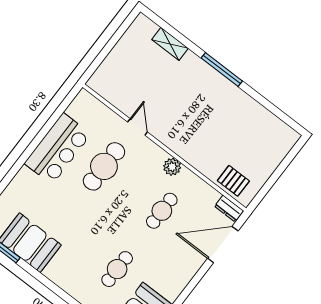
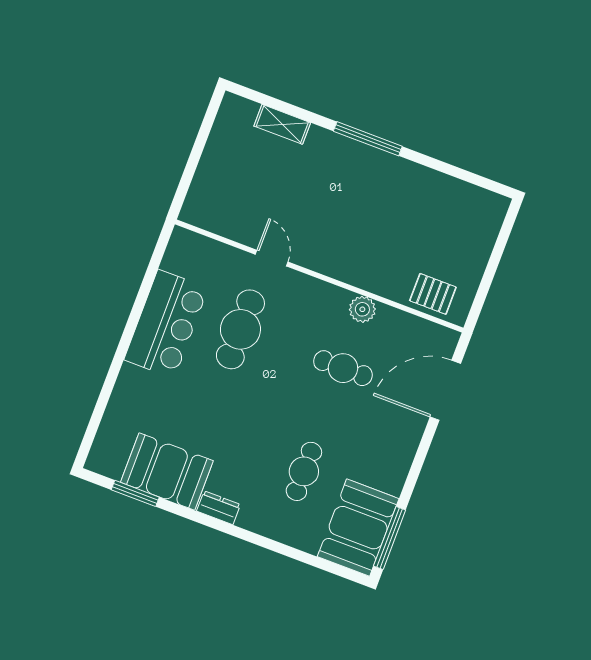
plant: (172, 167) -> (362, 309), moved
dresser: (229, 208) -> (219, 508), moved, turned 180
cafe table: (162, 211) -> (343, 368), turned 90

